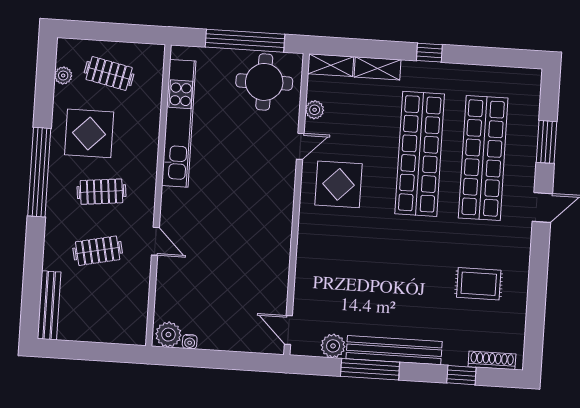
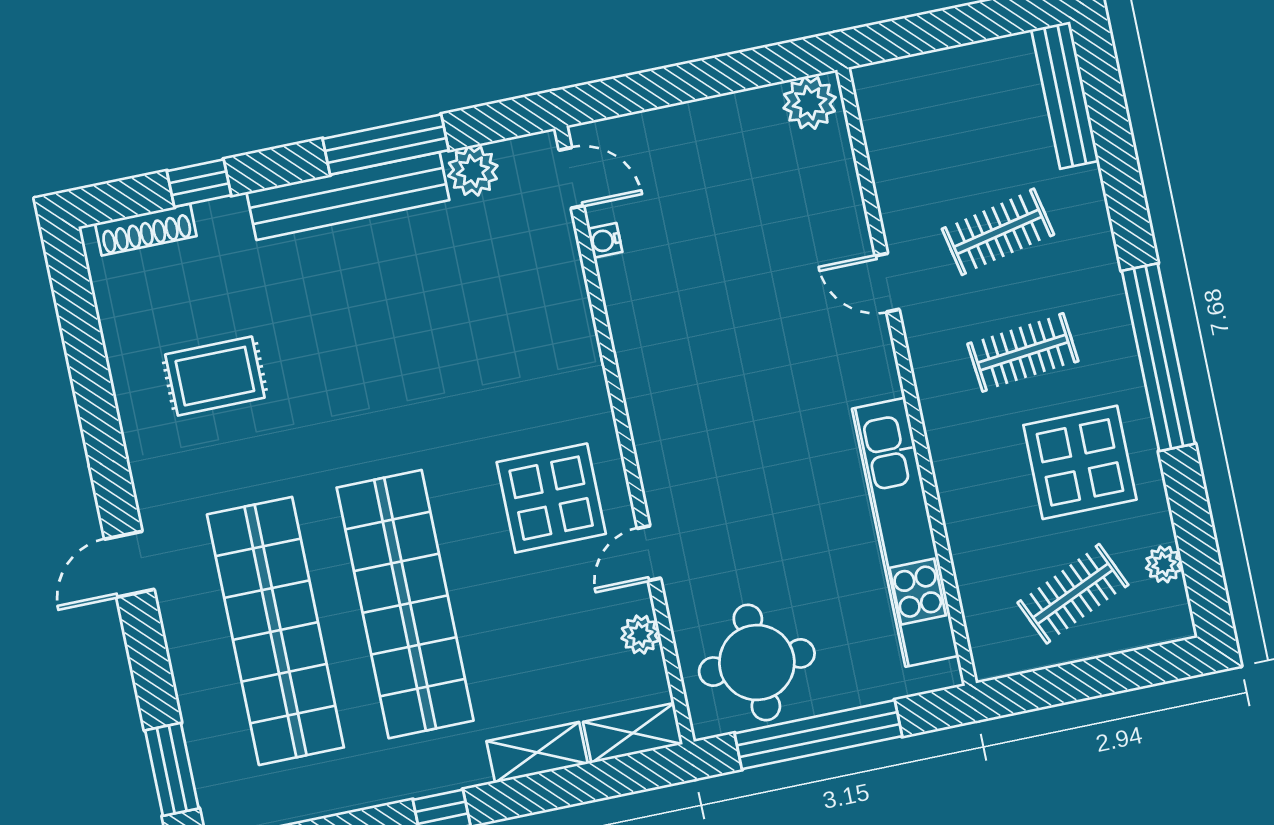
clothes rail: (109, 73) -> (1073, 594), turned -36
window: (547, 142) -> (172, 769), moved
water cooler: (190, 342) -> (605, 240), moved, turned -90

